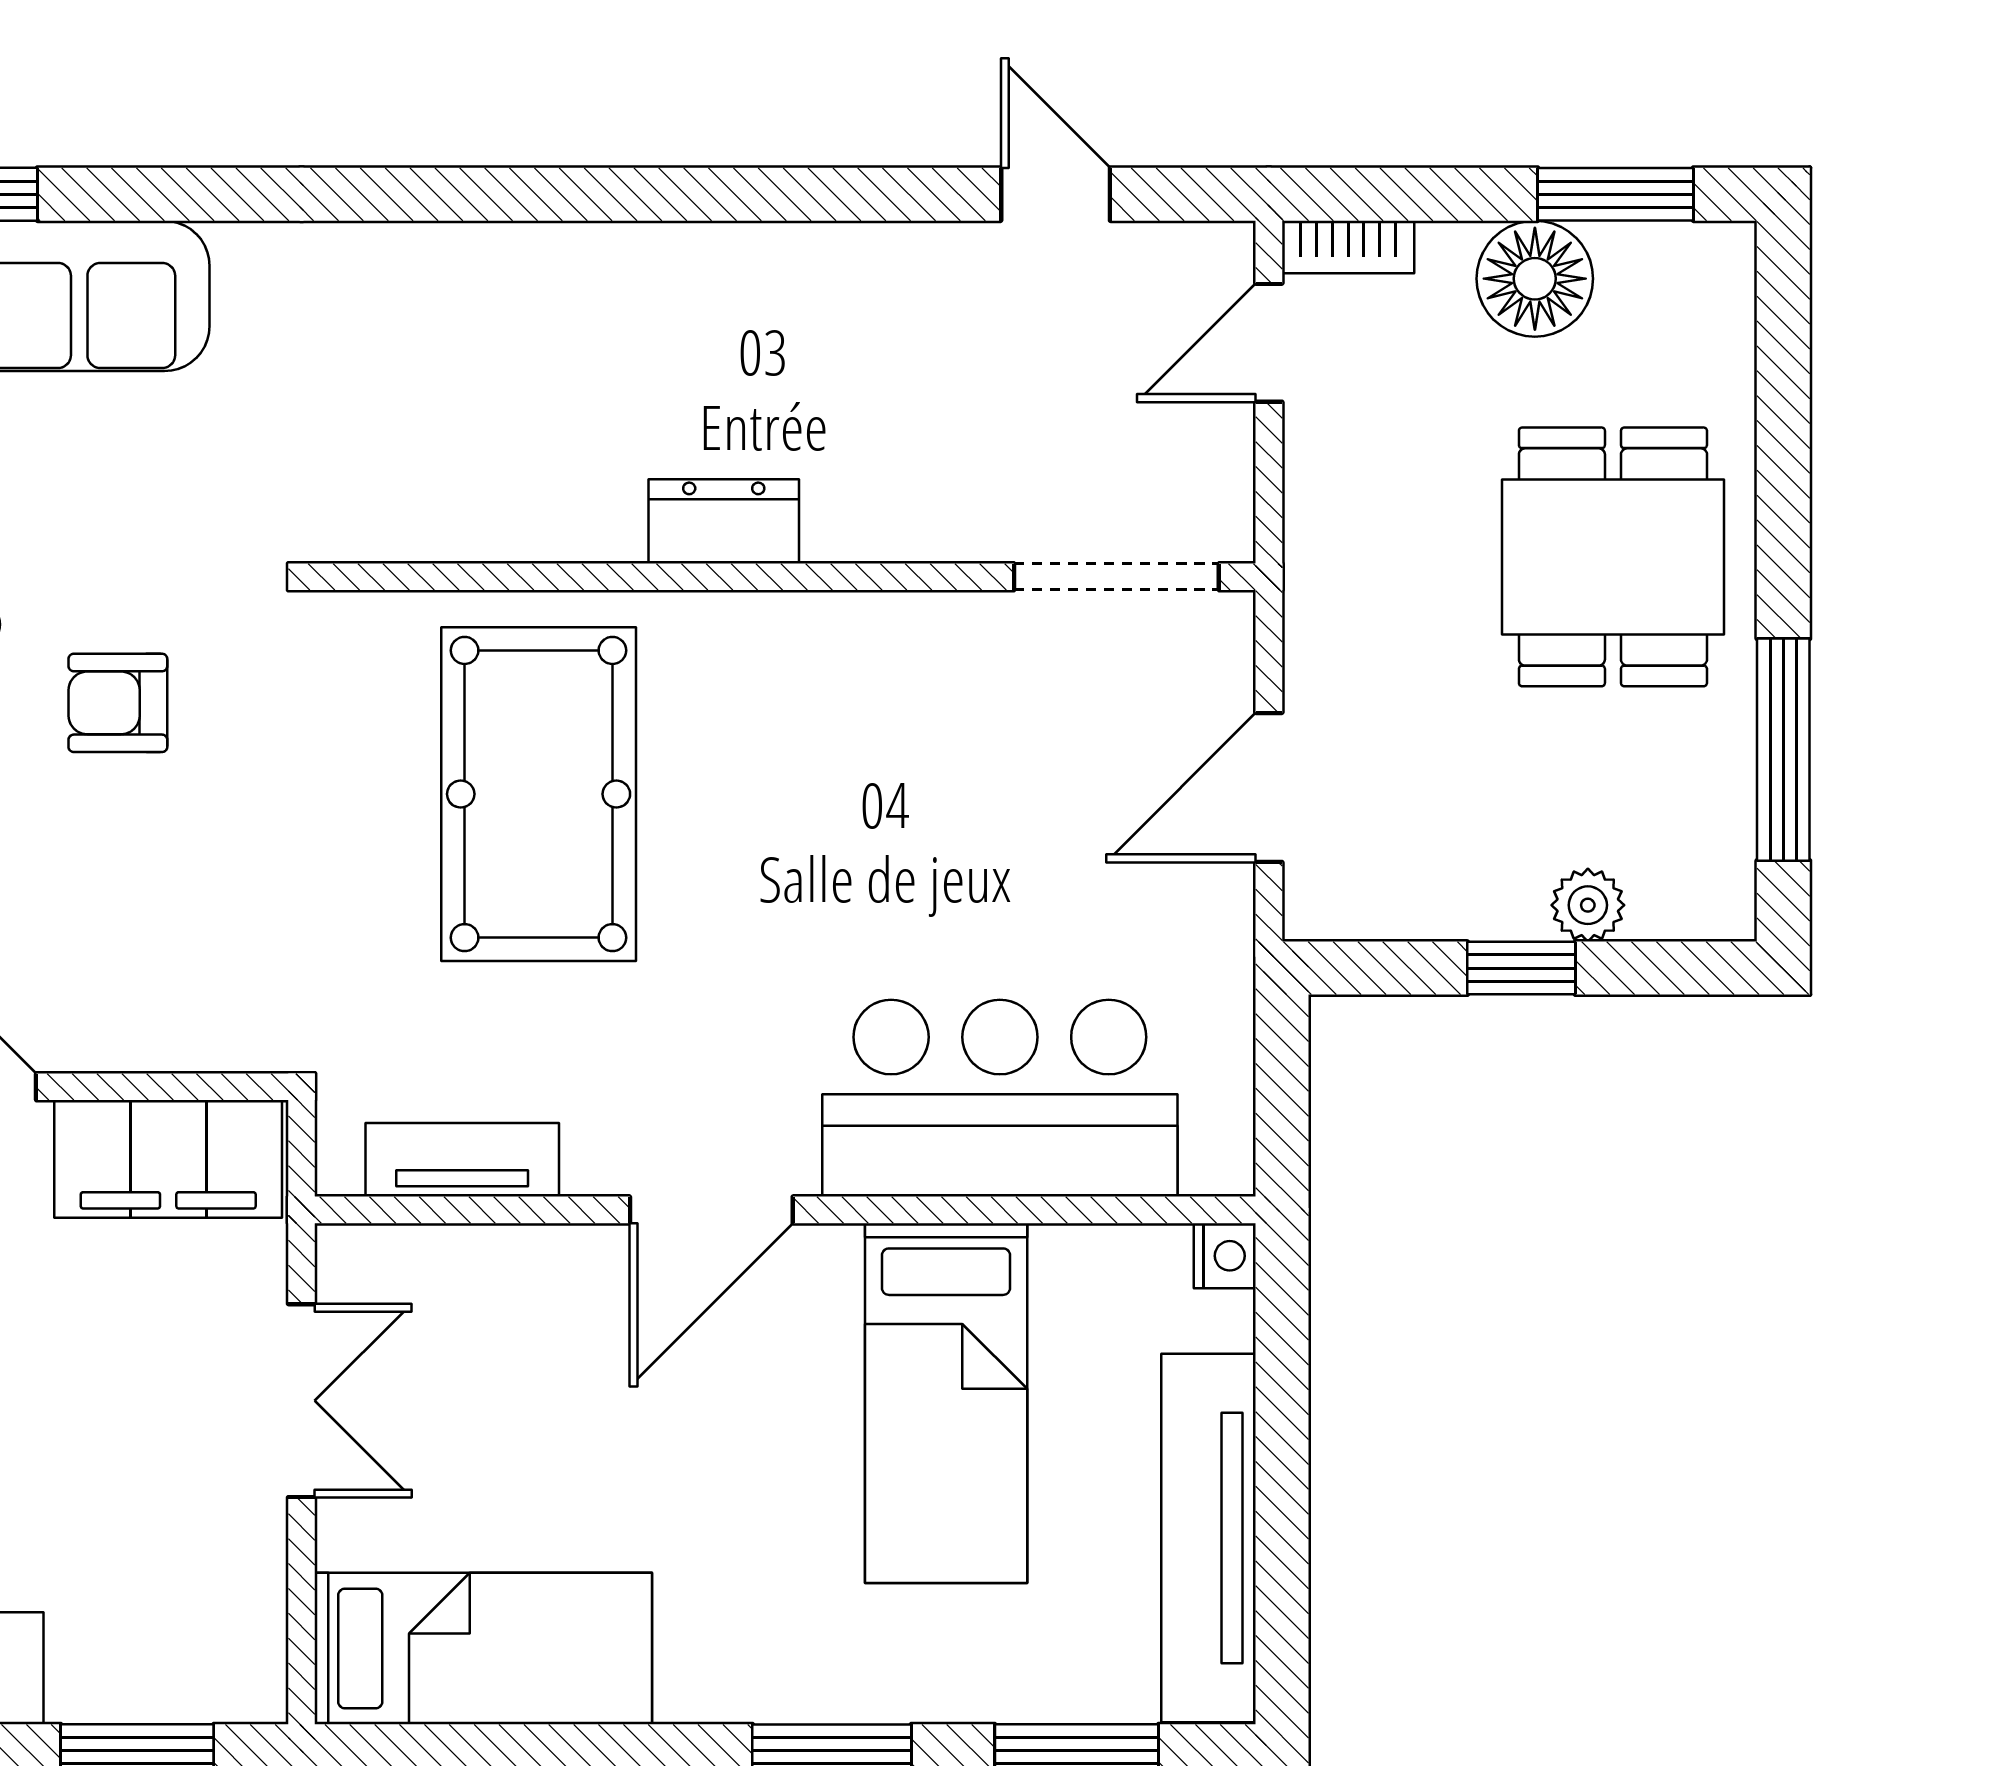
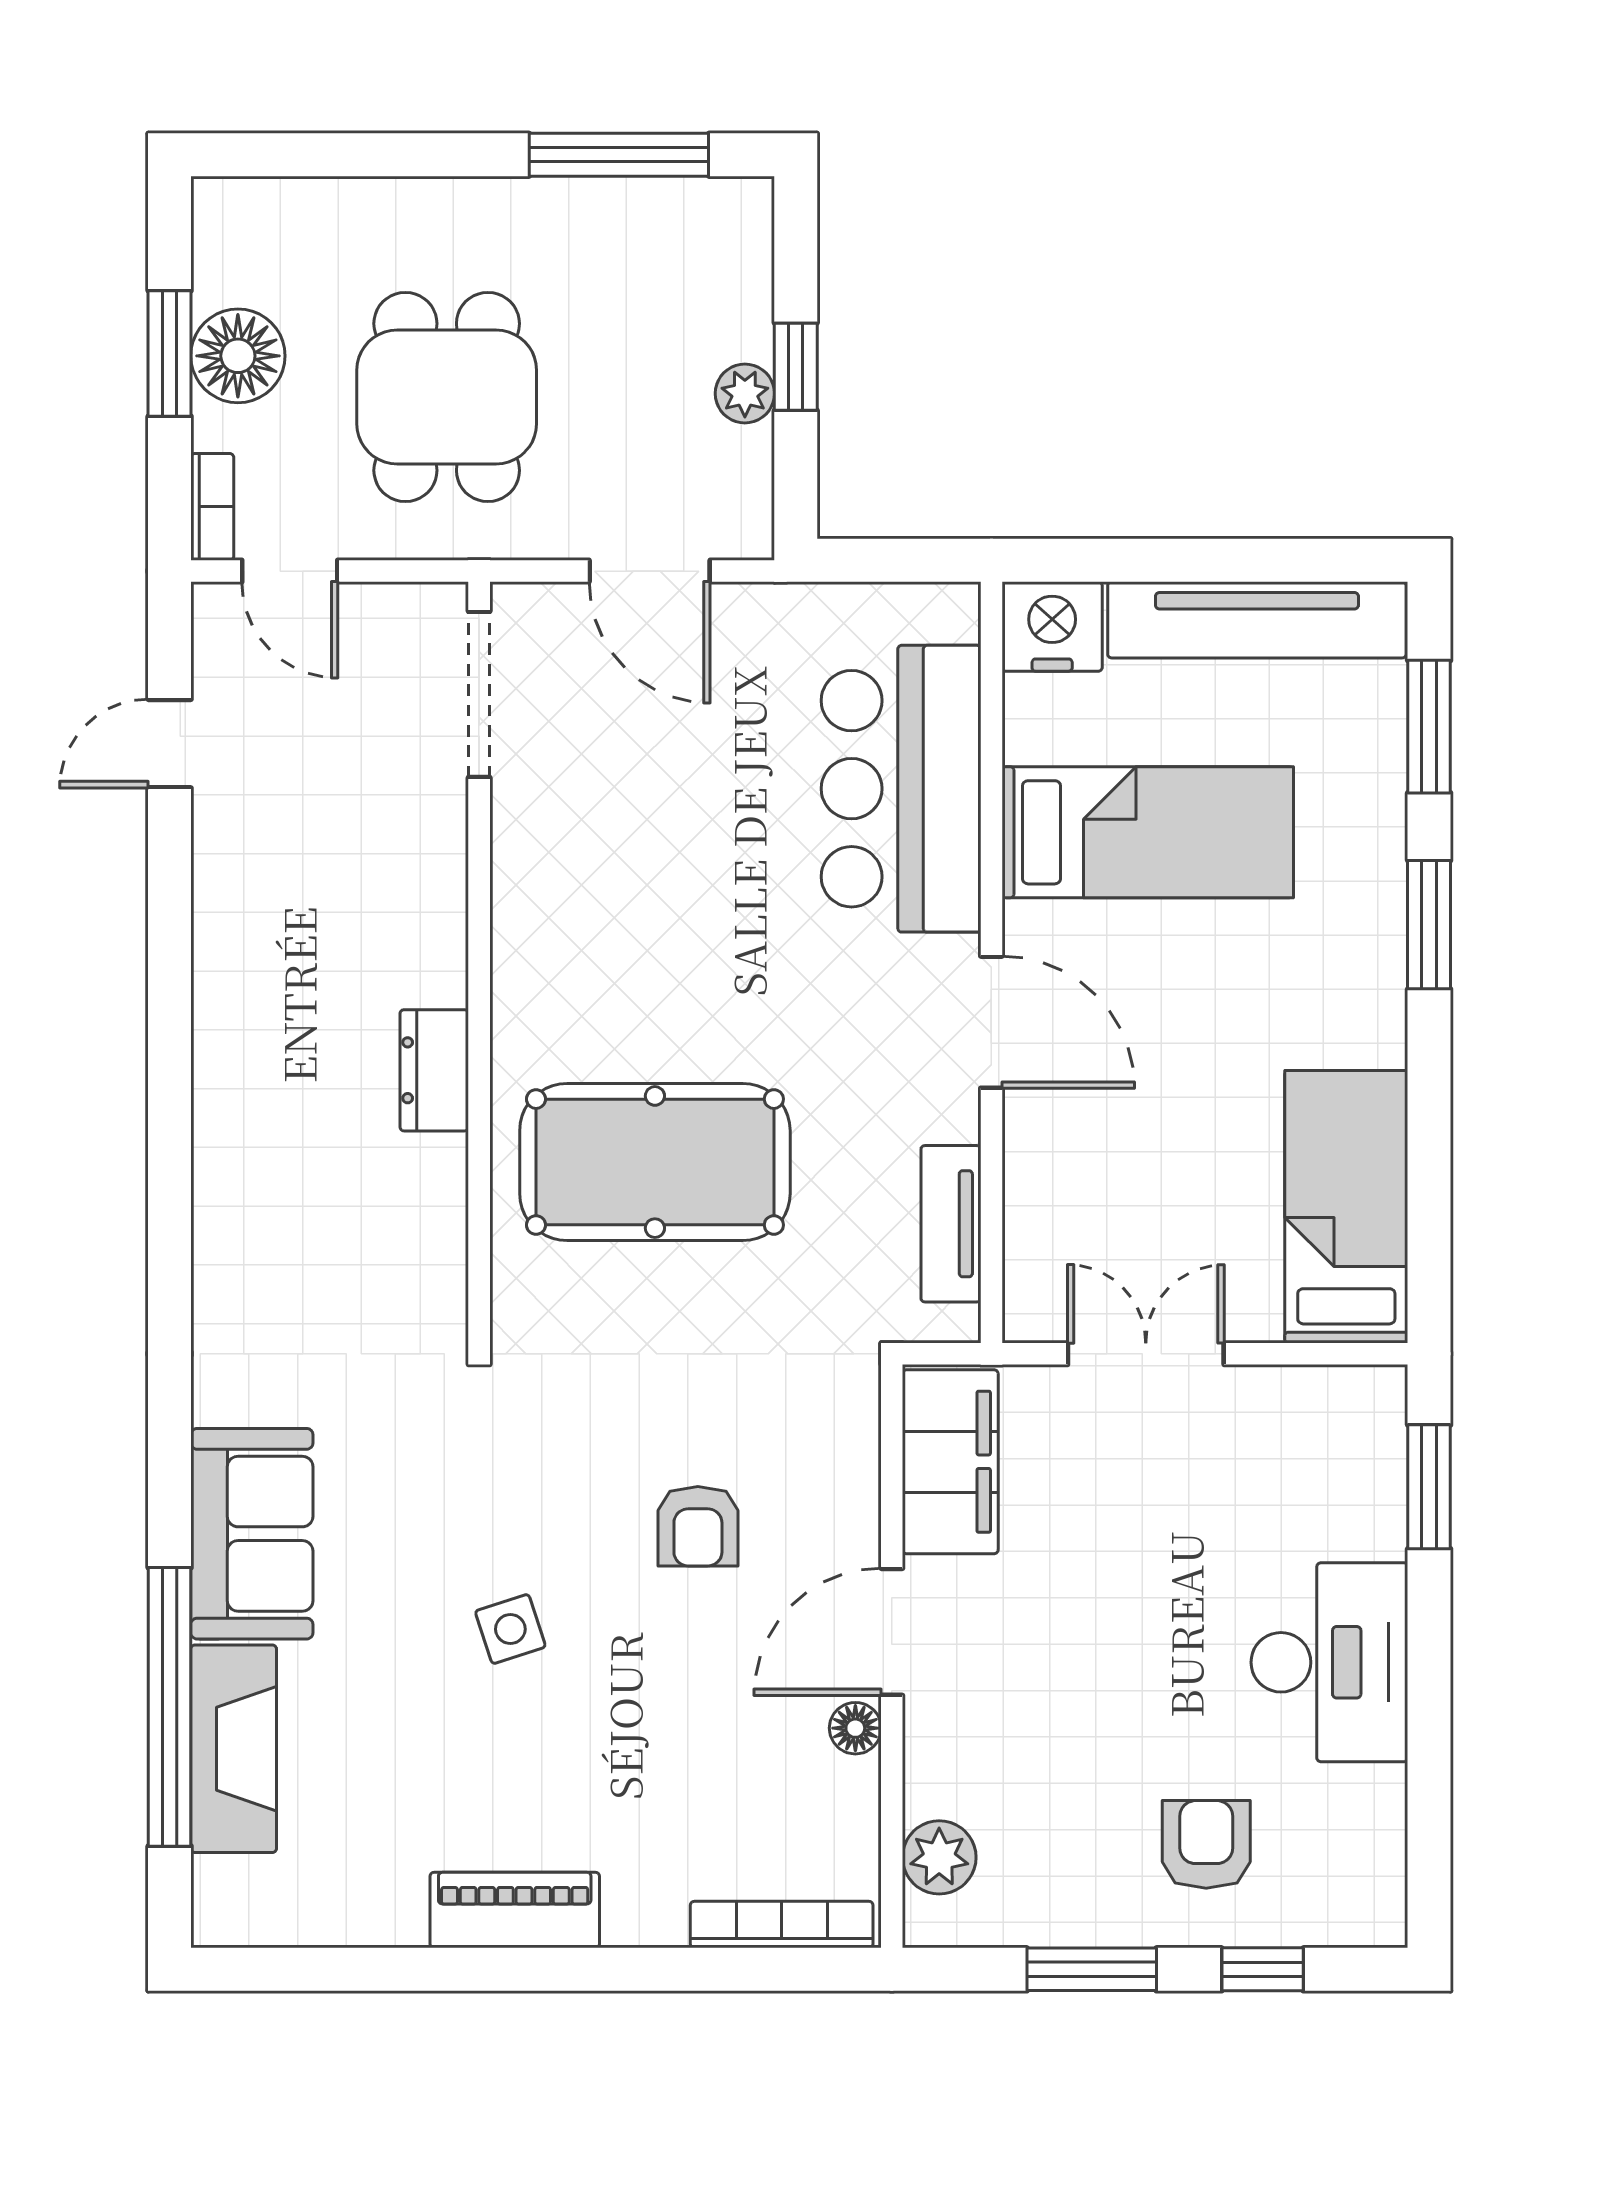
window: (1615, 194) -> (170, 353), moved
dresser: (724, 521) -> (434, 1070), moved
dining table: (1613, 557) -> (447, 397), moved, turned 90
armchair: (118, 703) -> (698, 1526), moved
plant: (1588, 905) -> (745, 393), moved
nightstand: (1225, 1256) -> (1052, 627), width x1.89, depth x1.79

